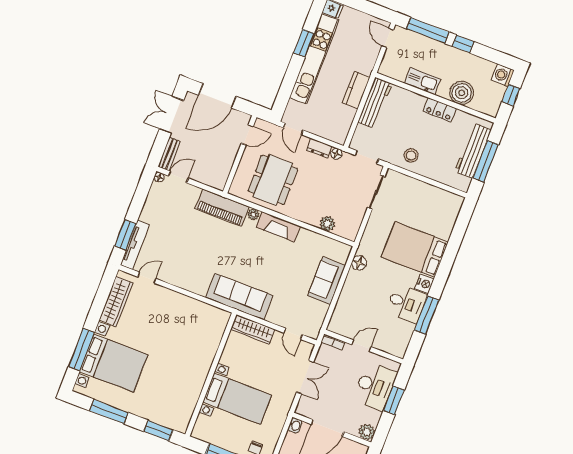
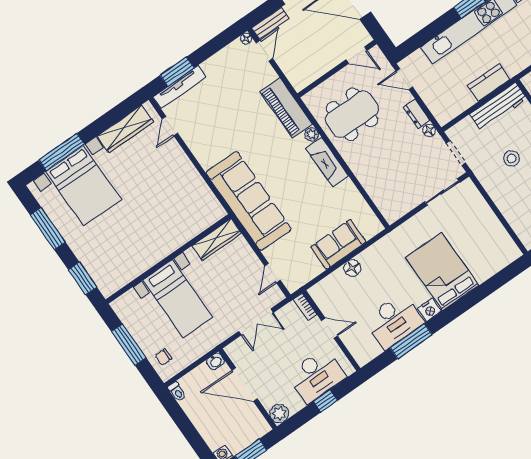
door: (293, 129) -> (404, 79), hinge flipped
stool: (411, 155) -> (512, 158), moved
door: (178, 177) -> (264, 51), hinge flipped
plant: (327, 224) -> (376, 191), removed
floor lamp: (359, 263) -> (352, 268), moved
door: (147, 278) -> (170, 126), swing flipped
sofa: (239, 297) -> (249, 201), width x1.36, depth x1.27
desk: (406, 303) -> (394, 321), width x1.37
wardrobe: (253, 329) -> (217, 239), moved, turned -90
window: (394, 400) -> (325, 401), width x0.67

